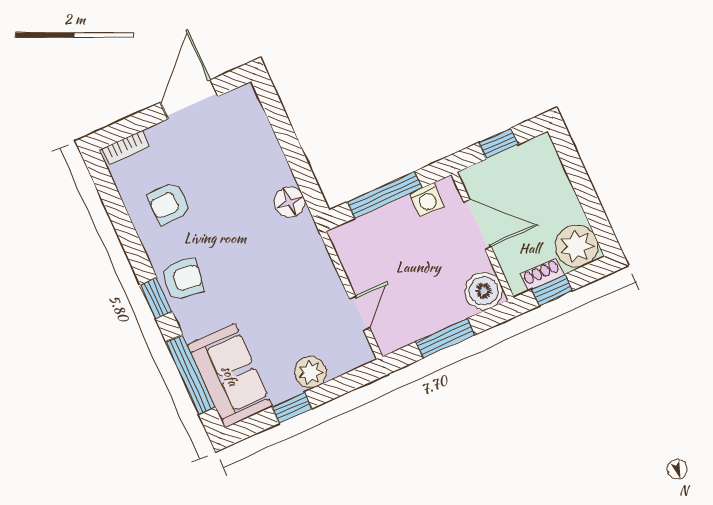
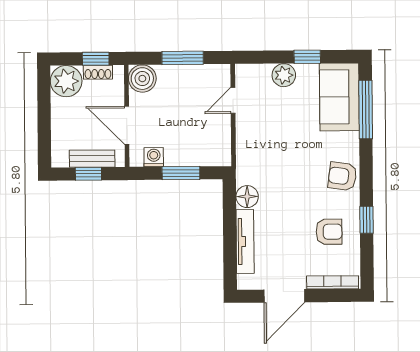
tv unit: (268, 145) -> (245, 241), added
bookcase: (126, 148) -> (333, 282), width x1.56
bench: (502, 164) -> (92, 159), added
window: (384, 195) -> (181, 173), width x0.69
window: (156, 298) -> (367, 220), moved

